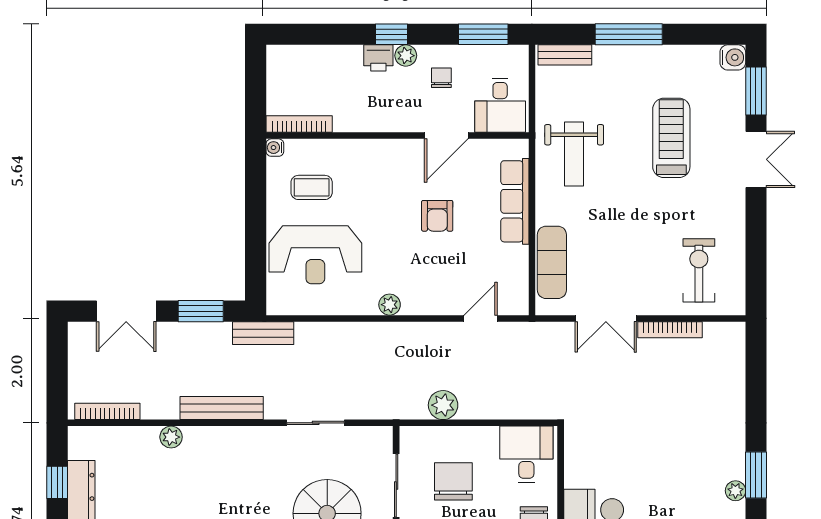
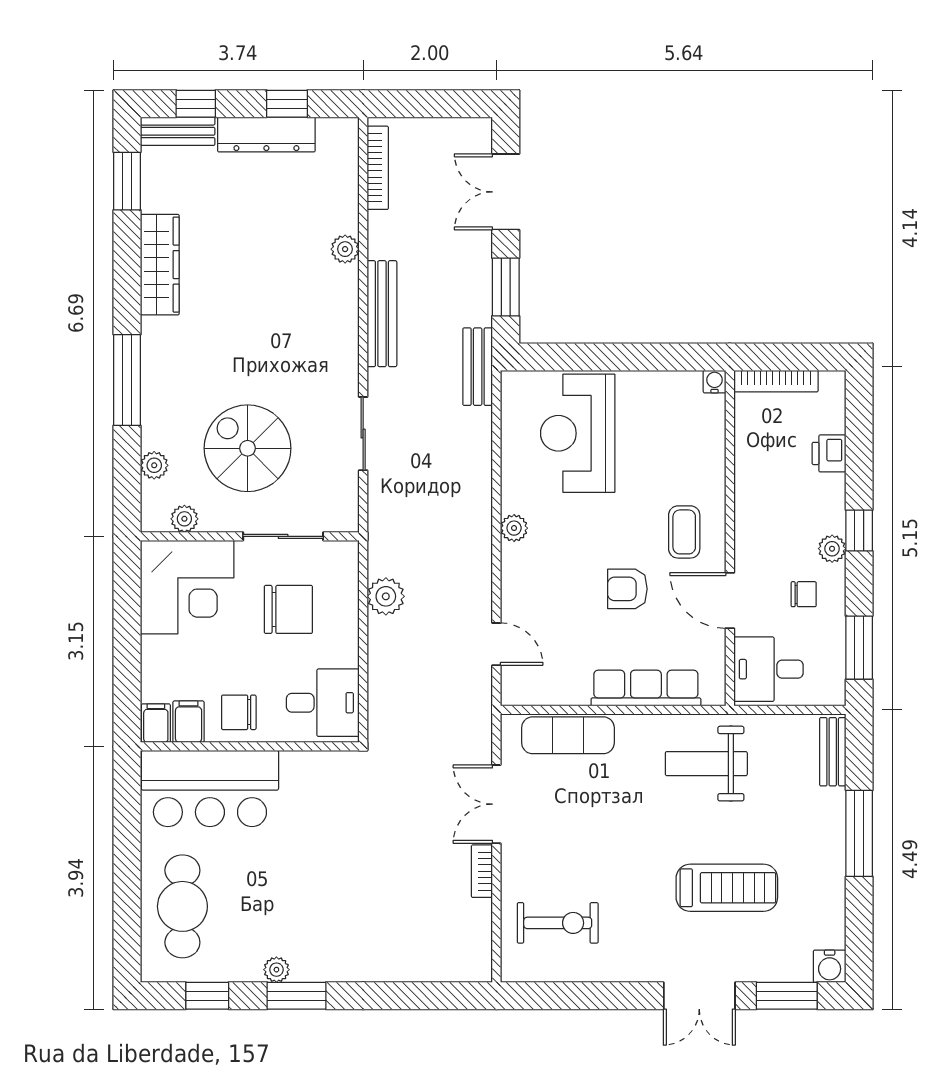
printer: (378, 58) -> (829, 453), moved
bookcase: (299, 124) -> (776, 381), moved, turned 90
coffee table: (312, 187) -> (684, 532), moved
bookcase: (670, 330) -> (482, 871), width x0.64

